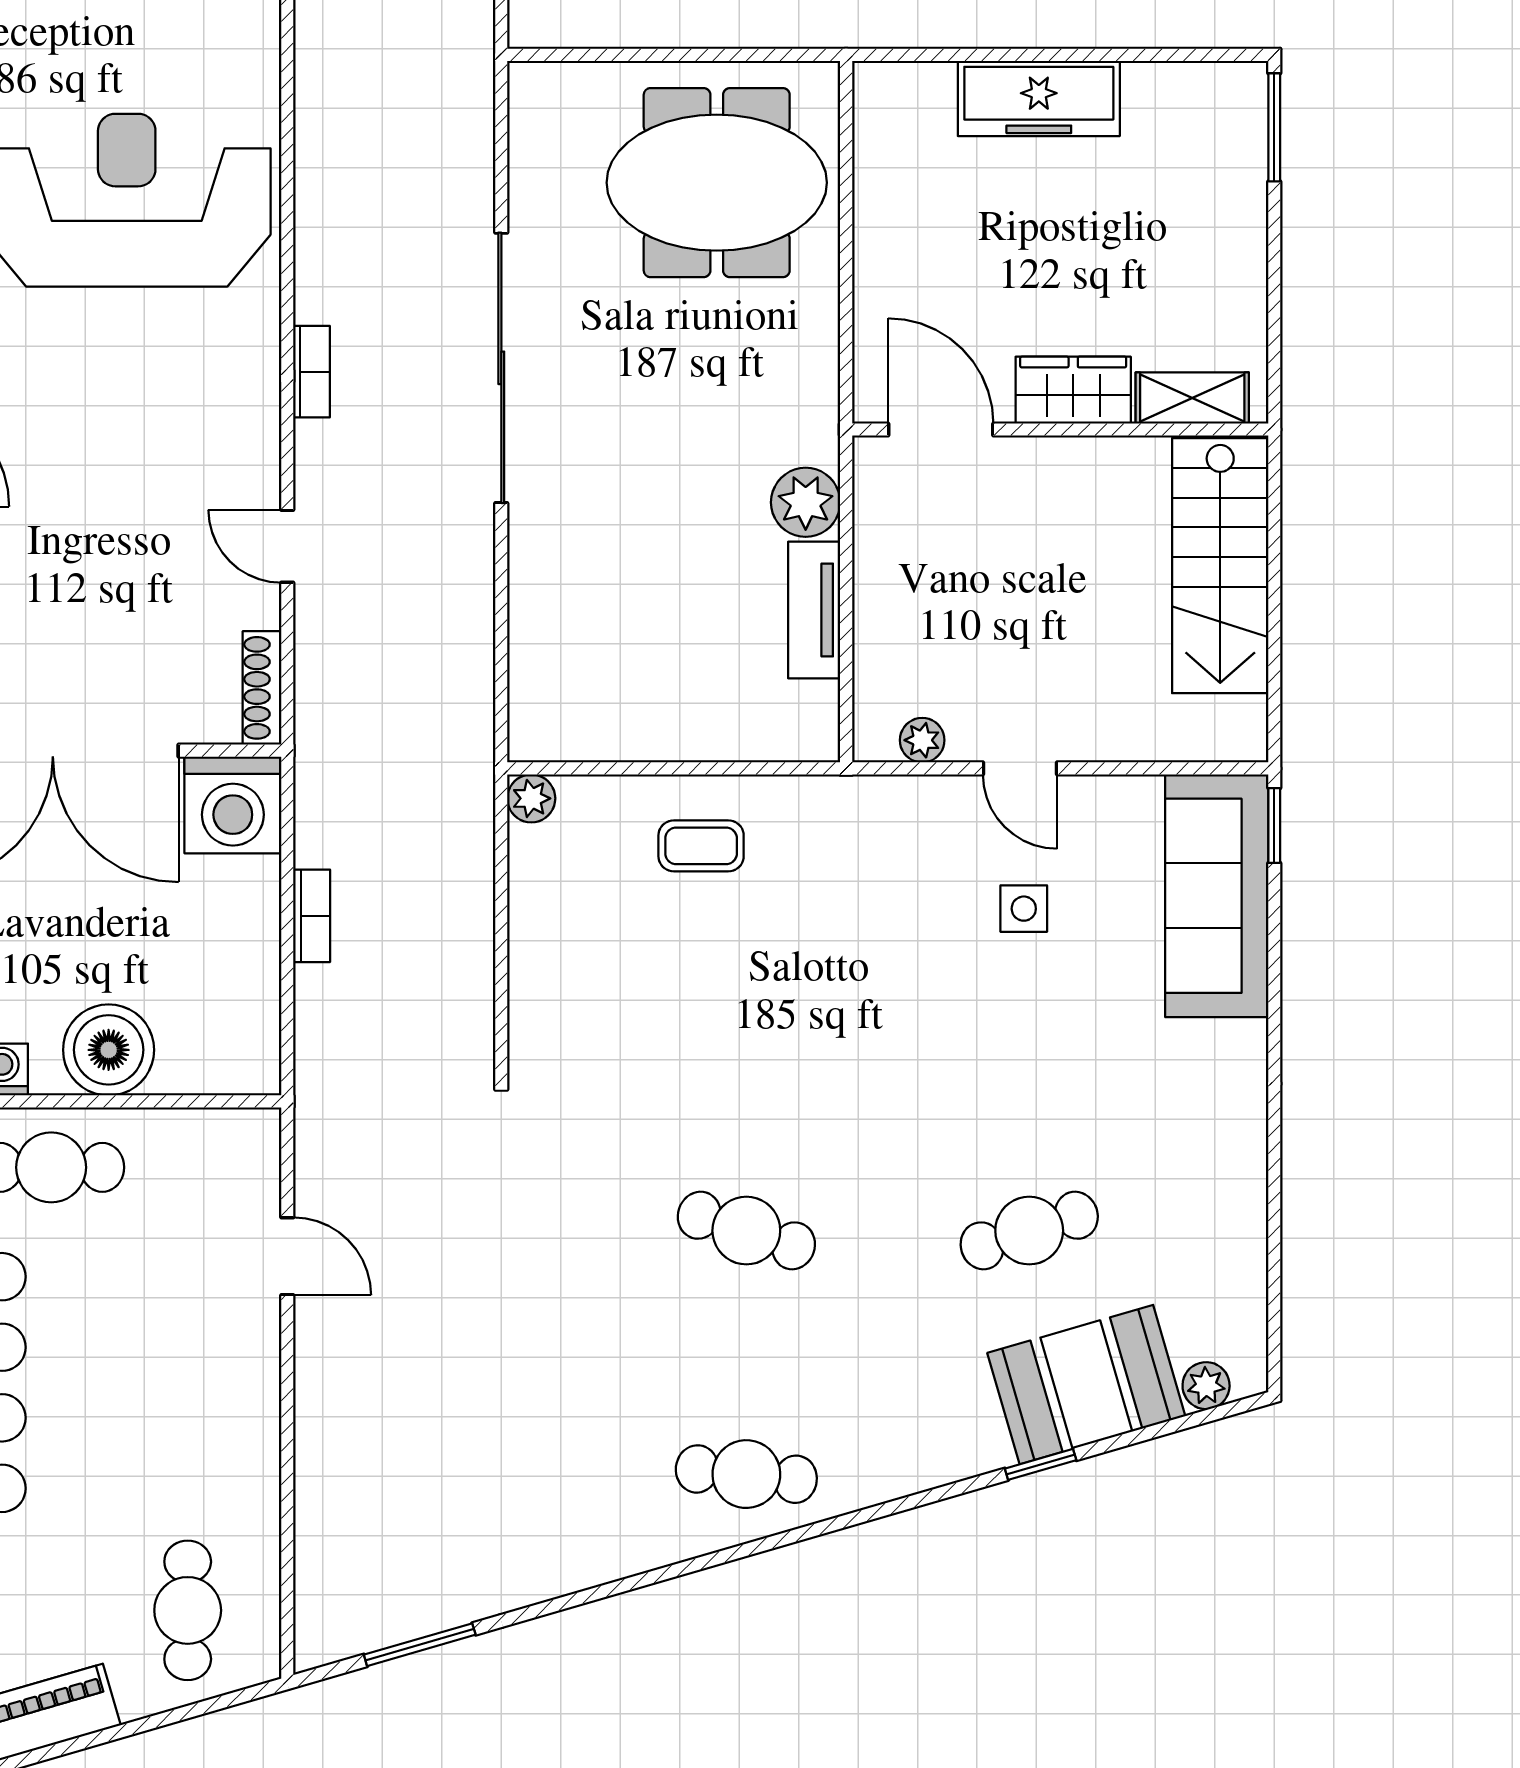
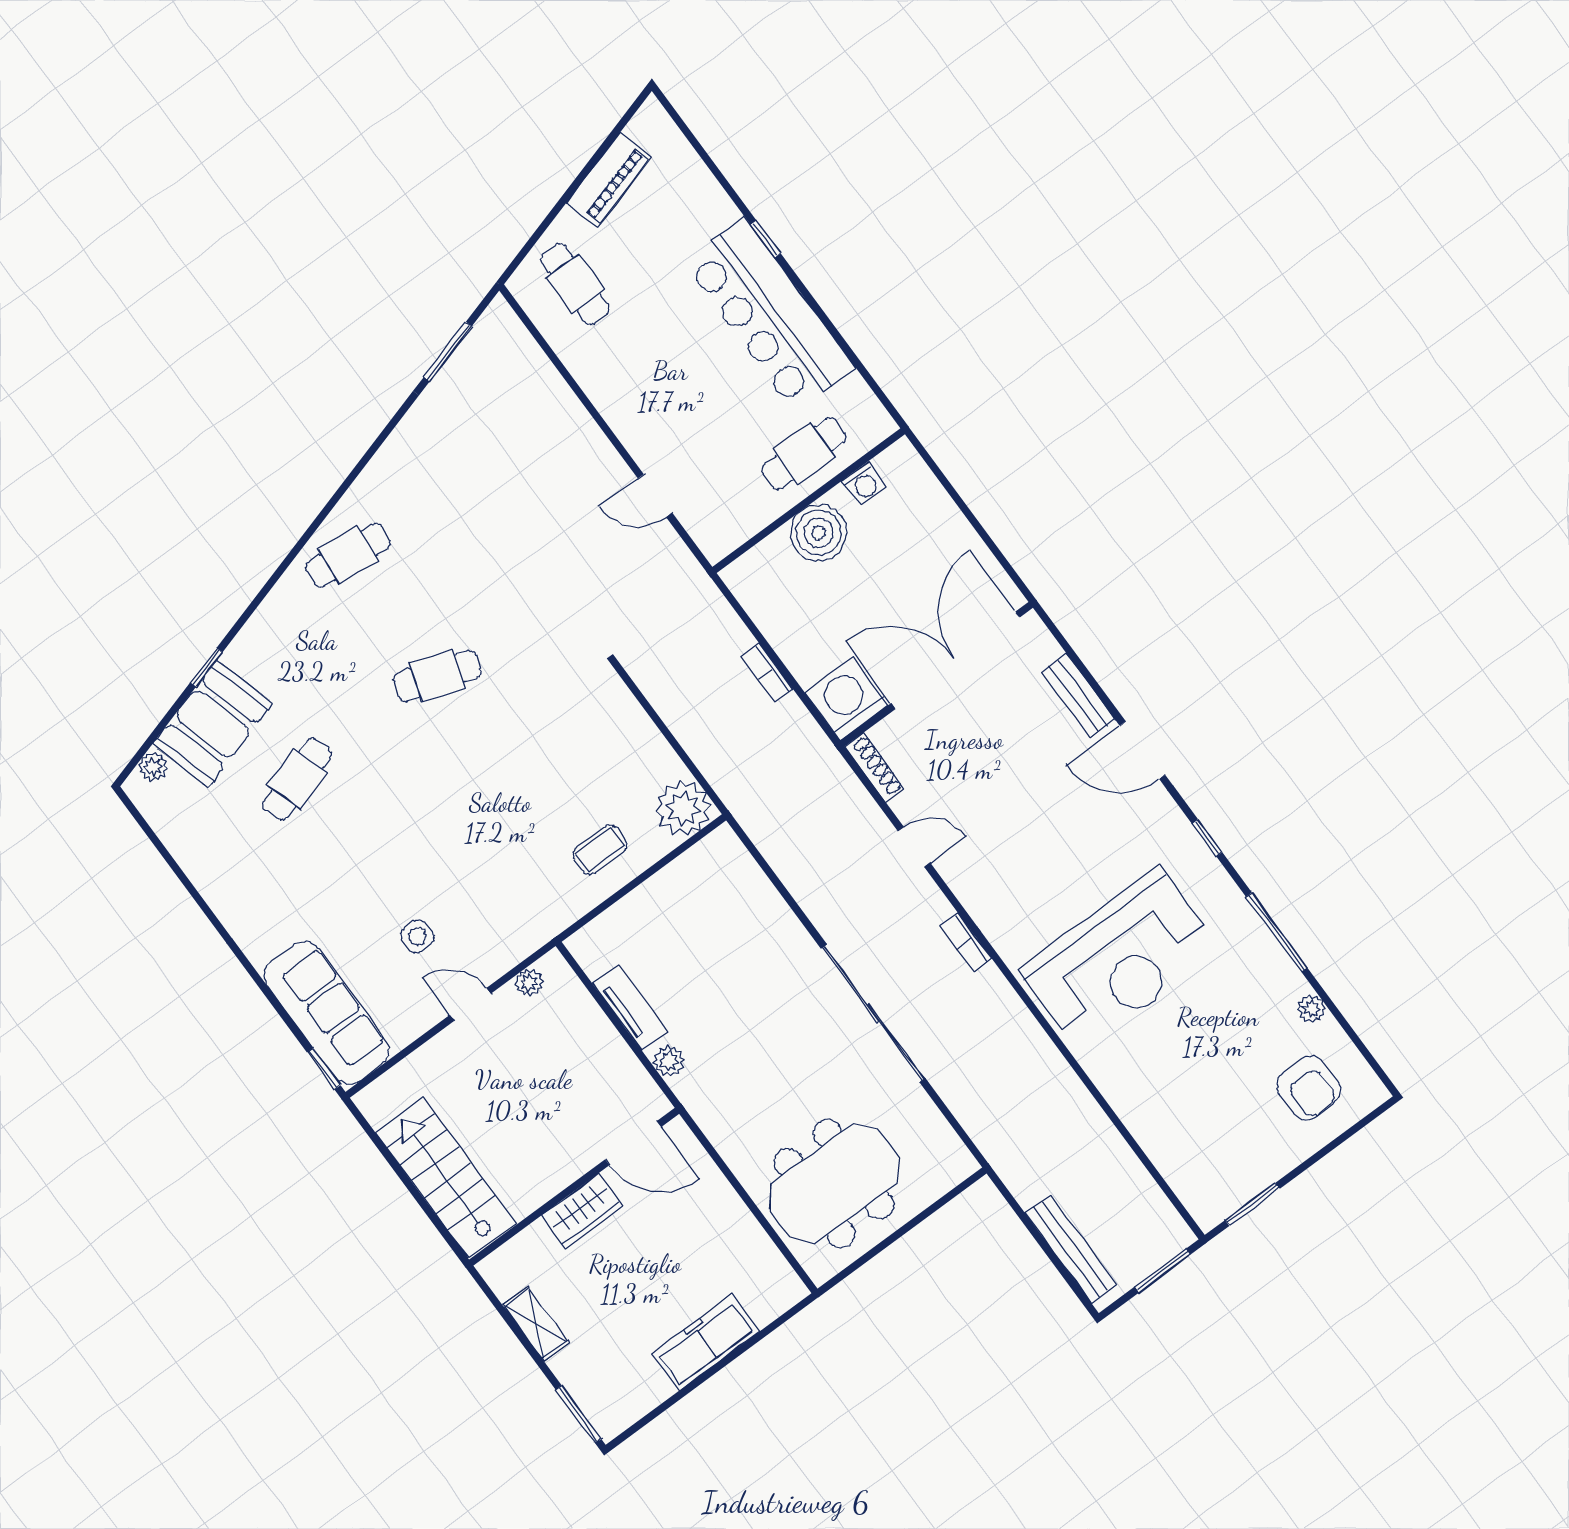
shelving: (1192, 398) -> (536, 1324), moved, turned 90
plant: (806, 502) -> (669, 1061), width x0.73, depth x0.73
plant: (531, 798) -> (683, 808), width x1.88, depth x1.88

